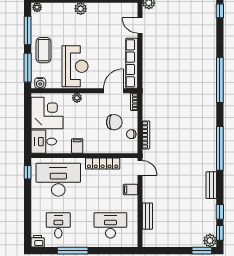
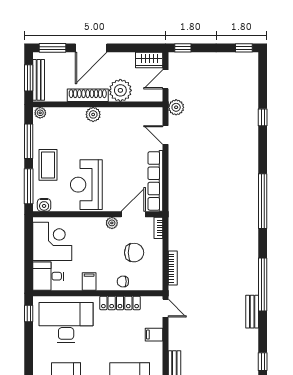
reception desk: (75, 66) -> (86, 185), turned 180
plant: (77, 98) -> (112, 223), moved
chair: (131, 134) -> (123, 281), moved
bench: (211, 185) -> (252, 312), moved

